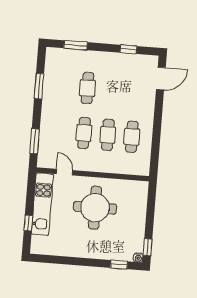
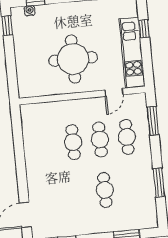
cafe table: (132, 137) -> (127, 137), moved
door: (64, 172) -> (114, 92), hinge flipped
water cooler: (138, 258) -> (30, 11), moved

